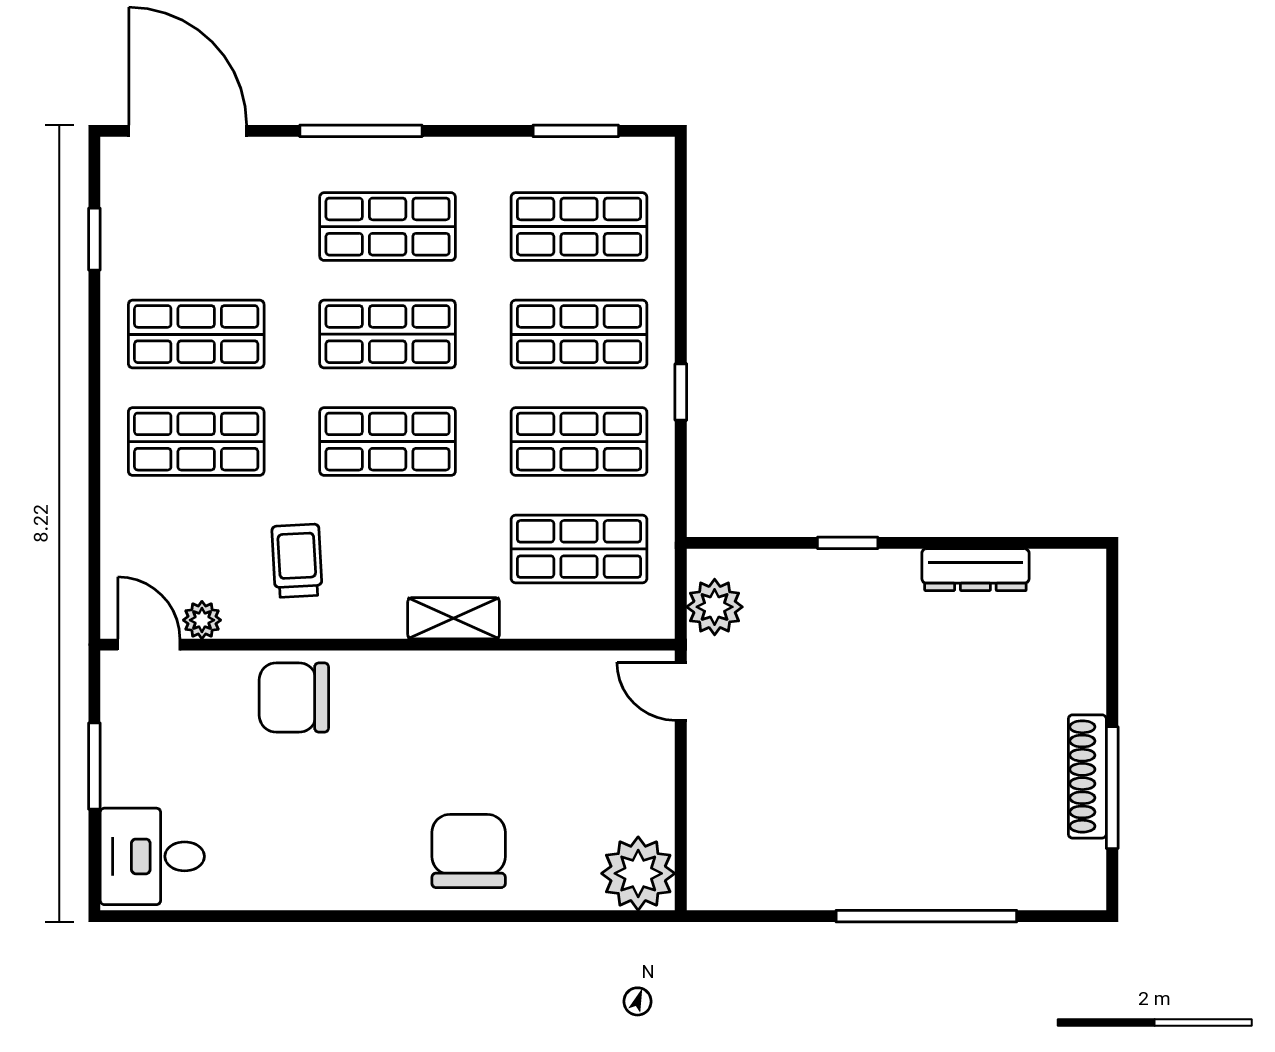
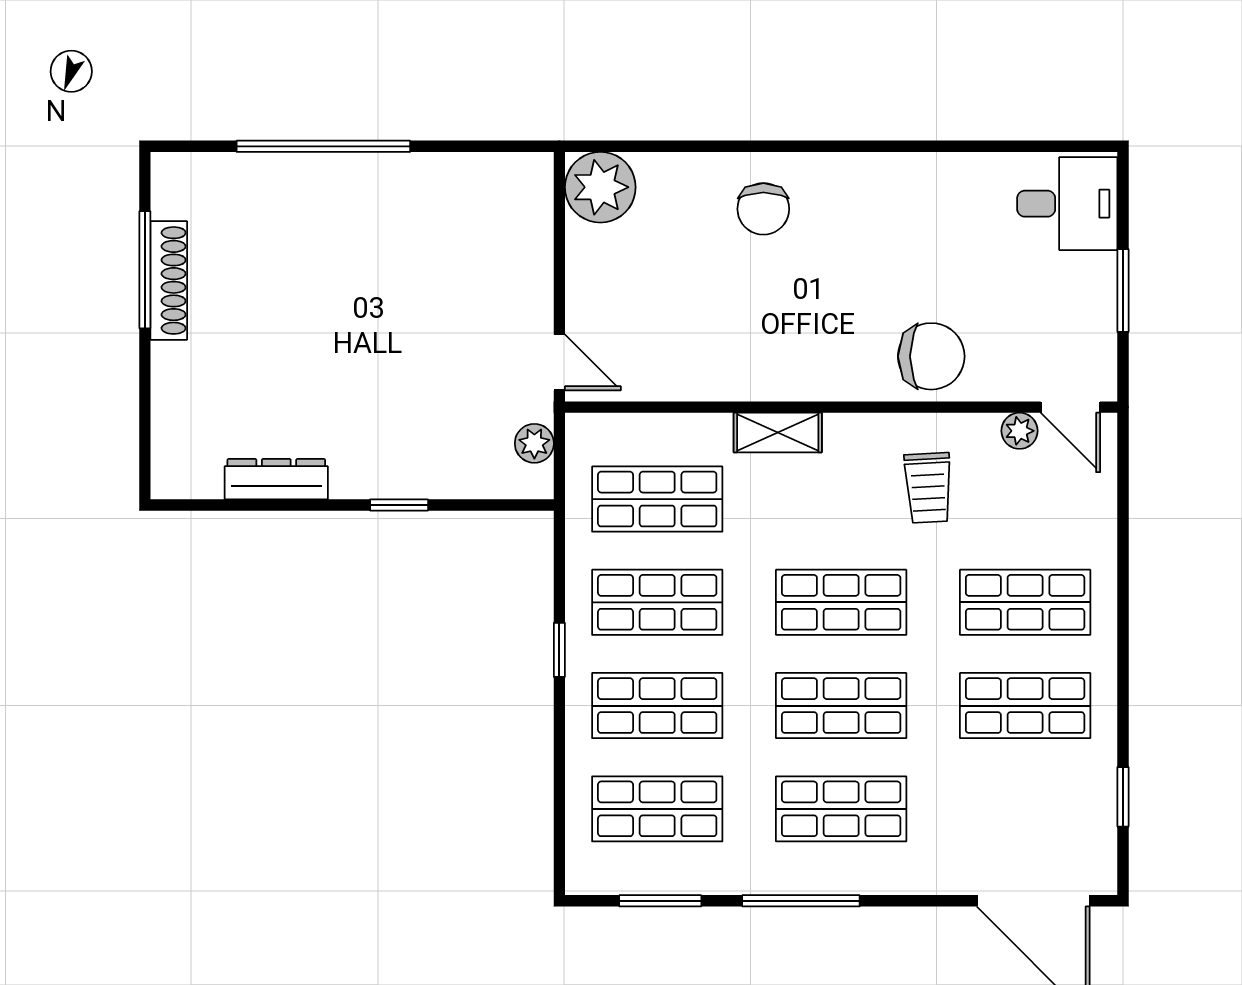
window: (361, 131) -> (801, 901), moved
plant: (715, 607) -> (534, 443), width x0.73, depth x0.73
chair: (469, 851) -> (763, 209), width x0.73, depth x0.73

